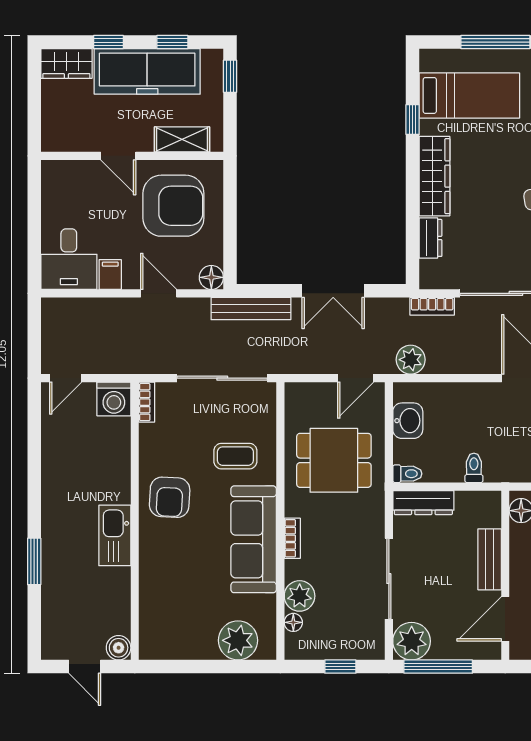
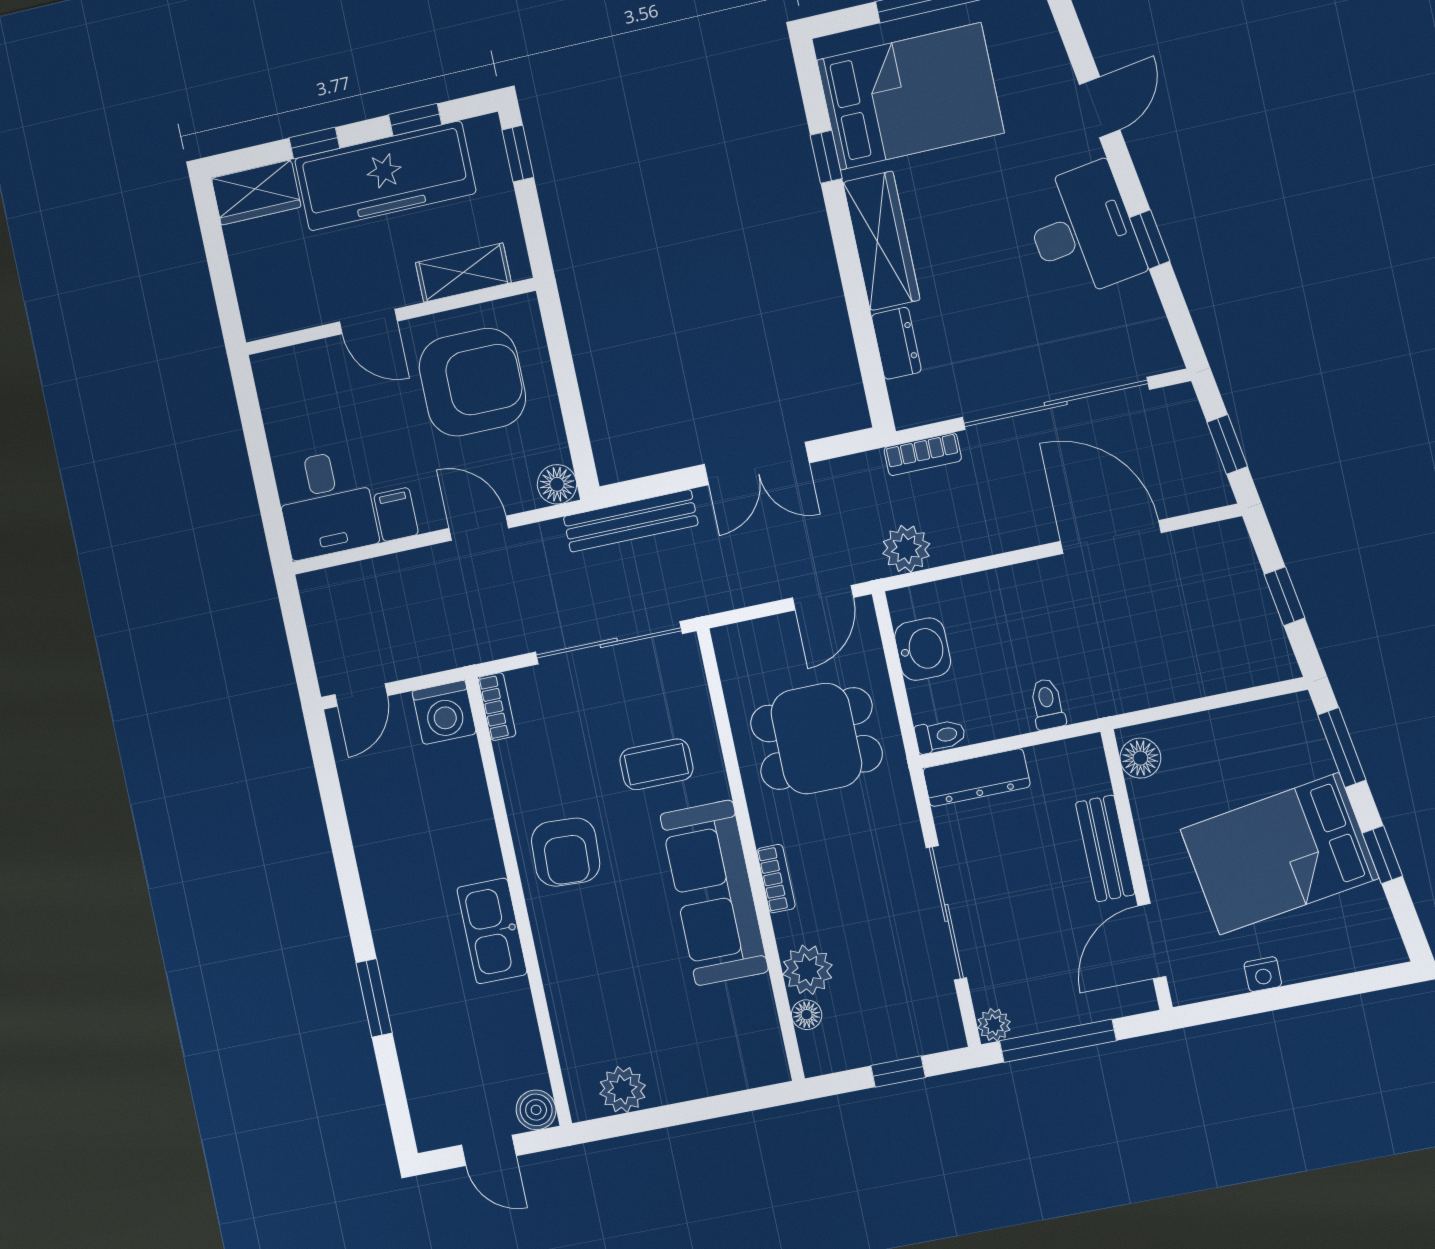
bed: (469, 95) -> (910, 96), width x1.50
plant: (238, 640) -> (623, 1090), moved, width x0.73, depth x0.73
plant: (412, 641) -> (994, 1025), width x0.53, depth x0.53

